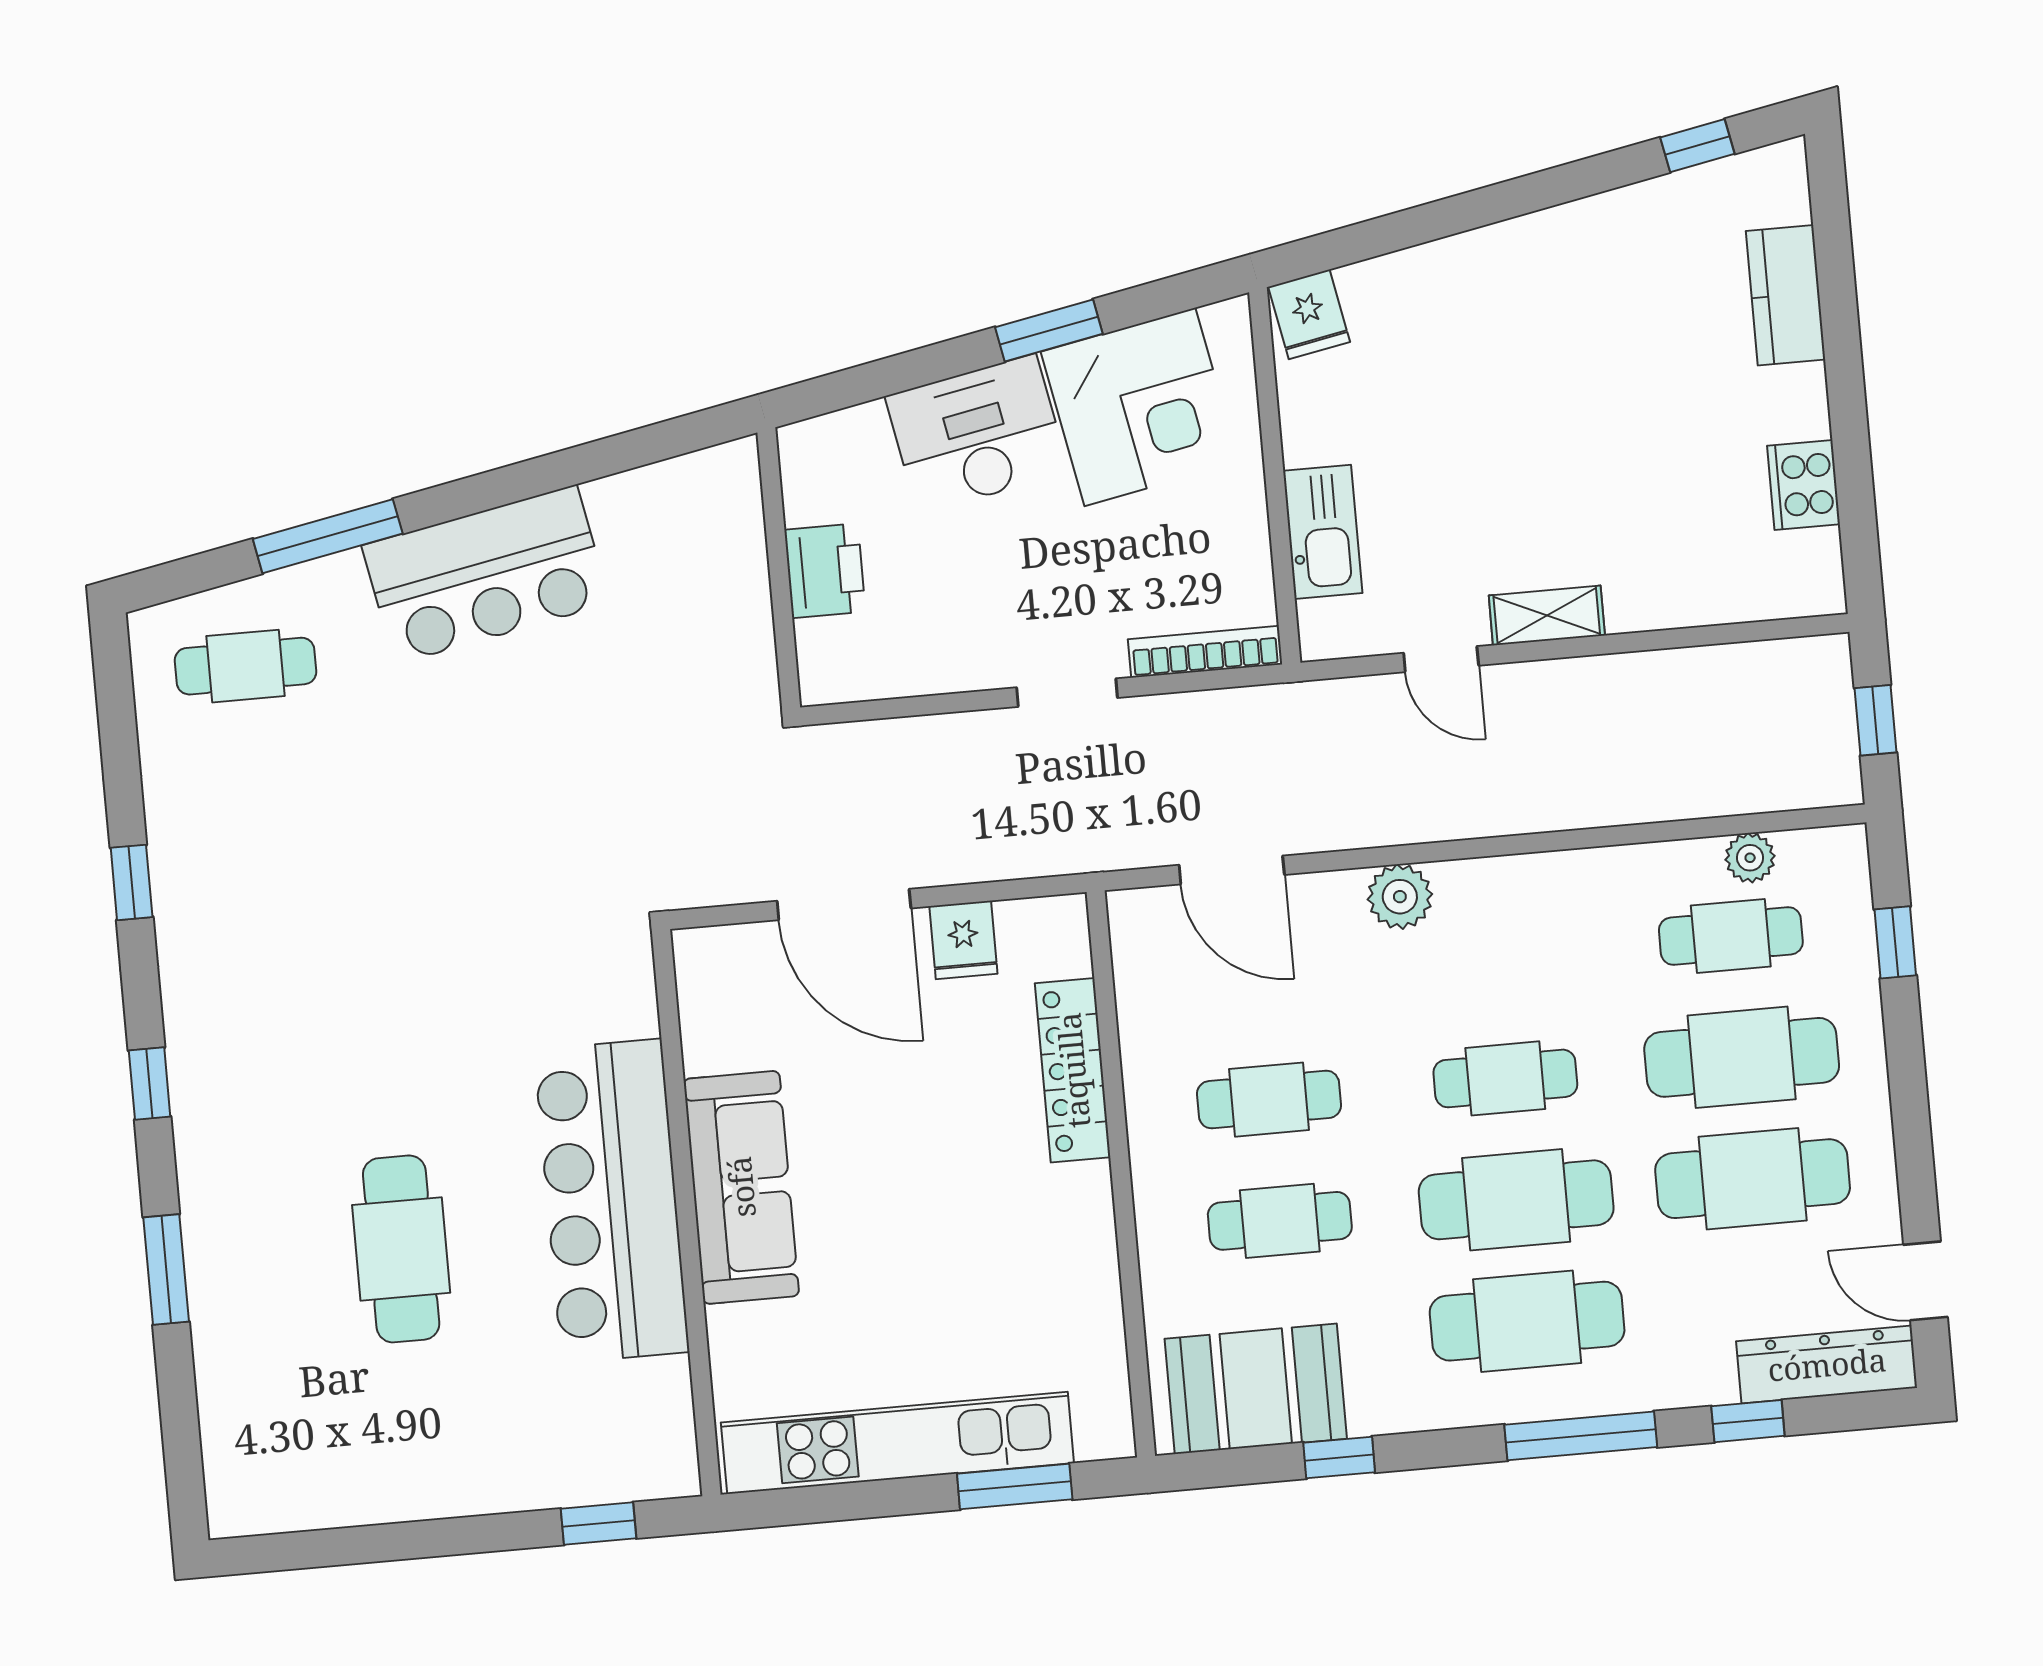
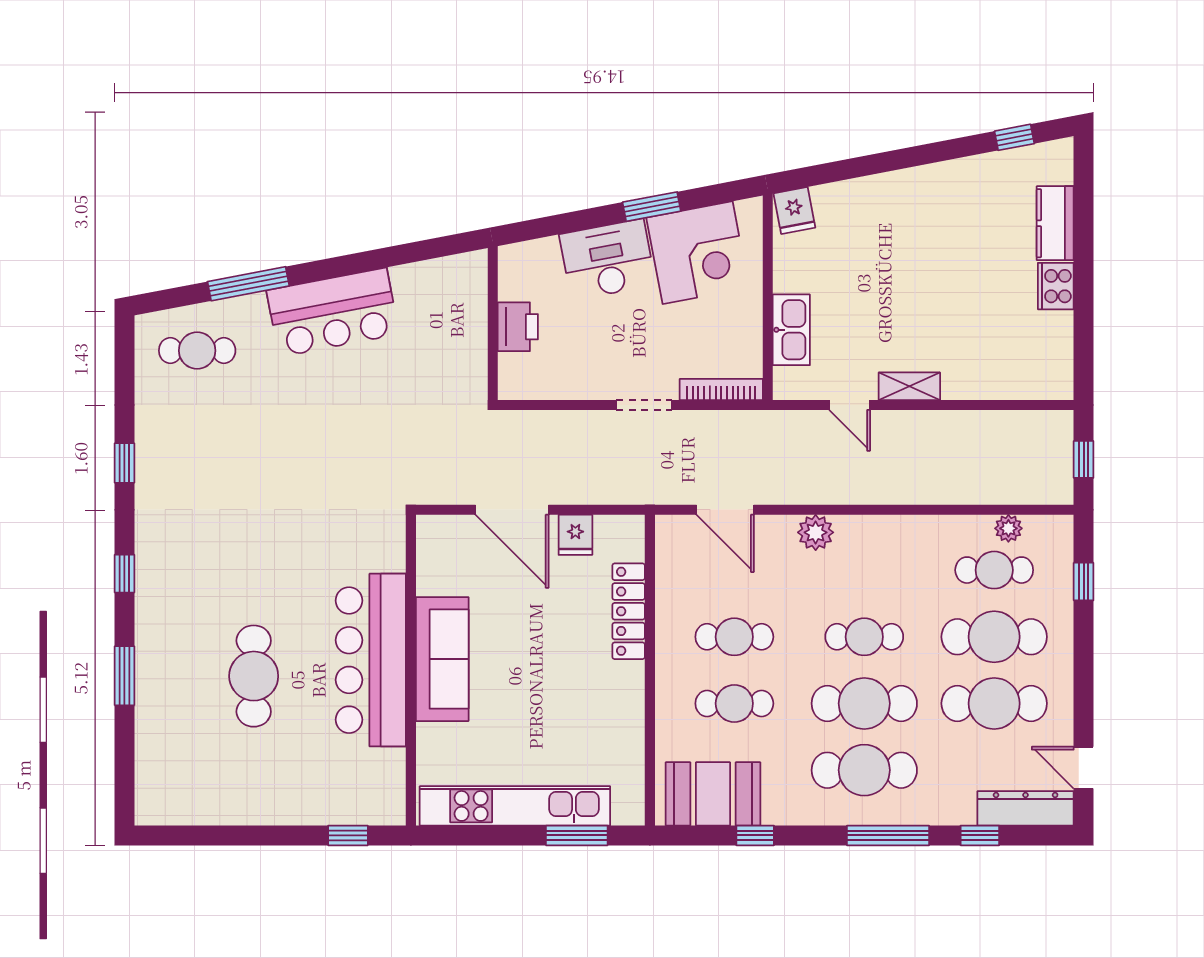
cooker: (1804, 485) -> (1056, 286), moved

